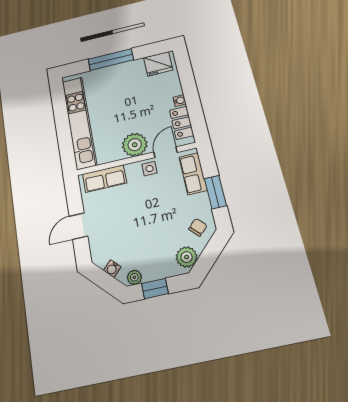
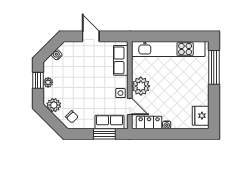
window: (111, 60) -> (214, 67), moved
window: (215, 192) -> (104, 134), moved
plant: (134, 277) -> (48, 82), moved

